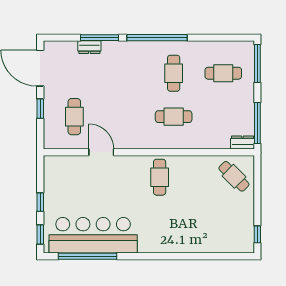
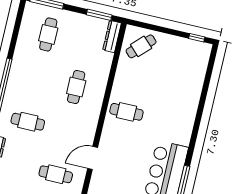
cafe table: (174, 73) -> (28, 122), moved
window: (257, 123) -> (99, 15), width x0.69
dresser: (242, 143) -> (112, 36), width x1.44

